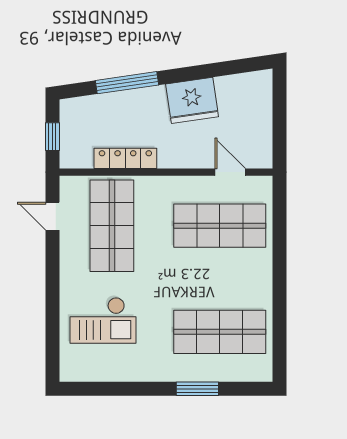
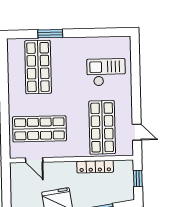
shop shelf: (220, 332) -> (38, 67), turned 90

